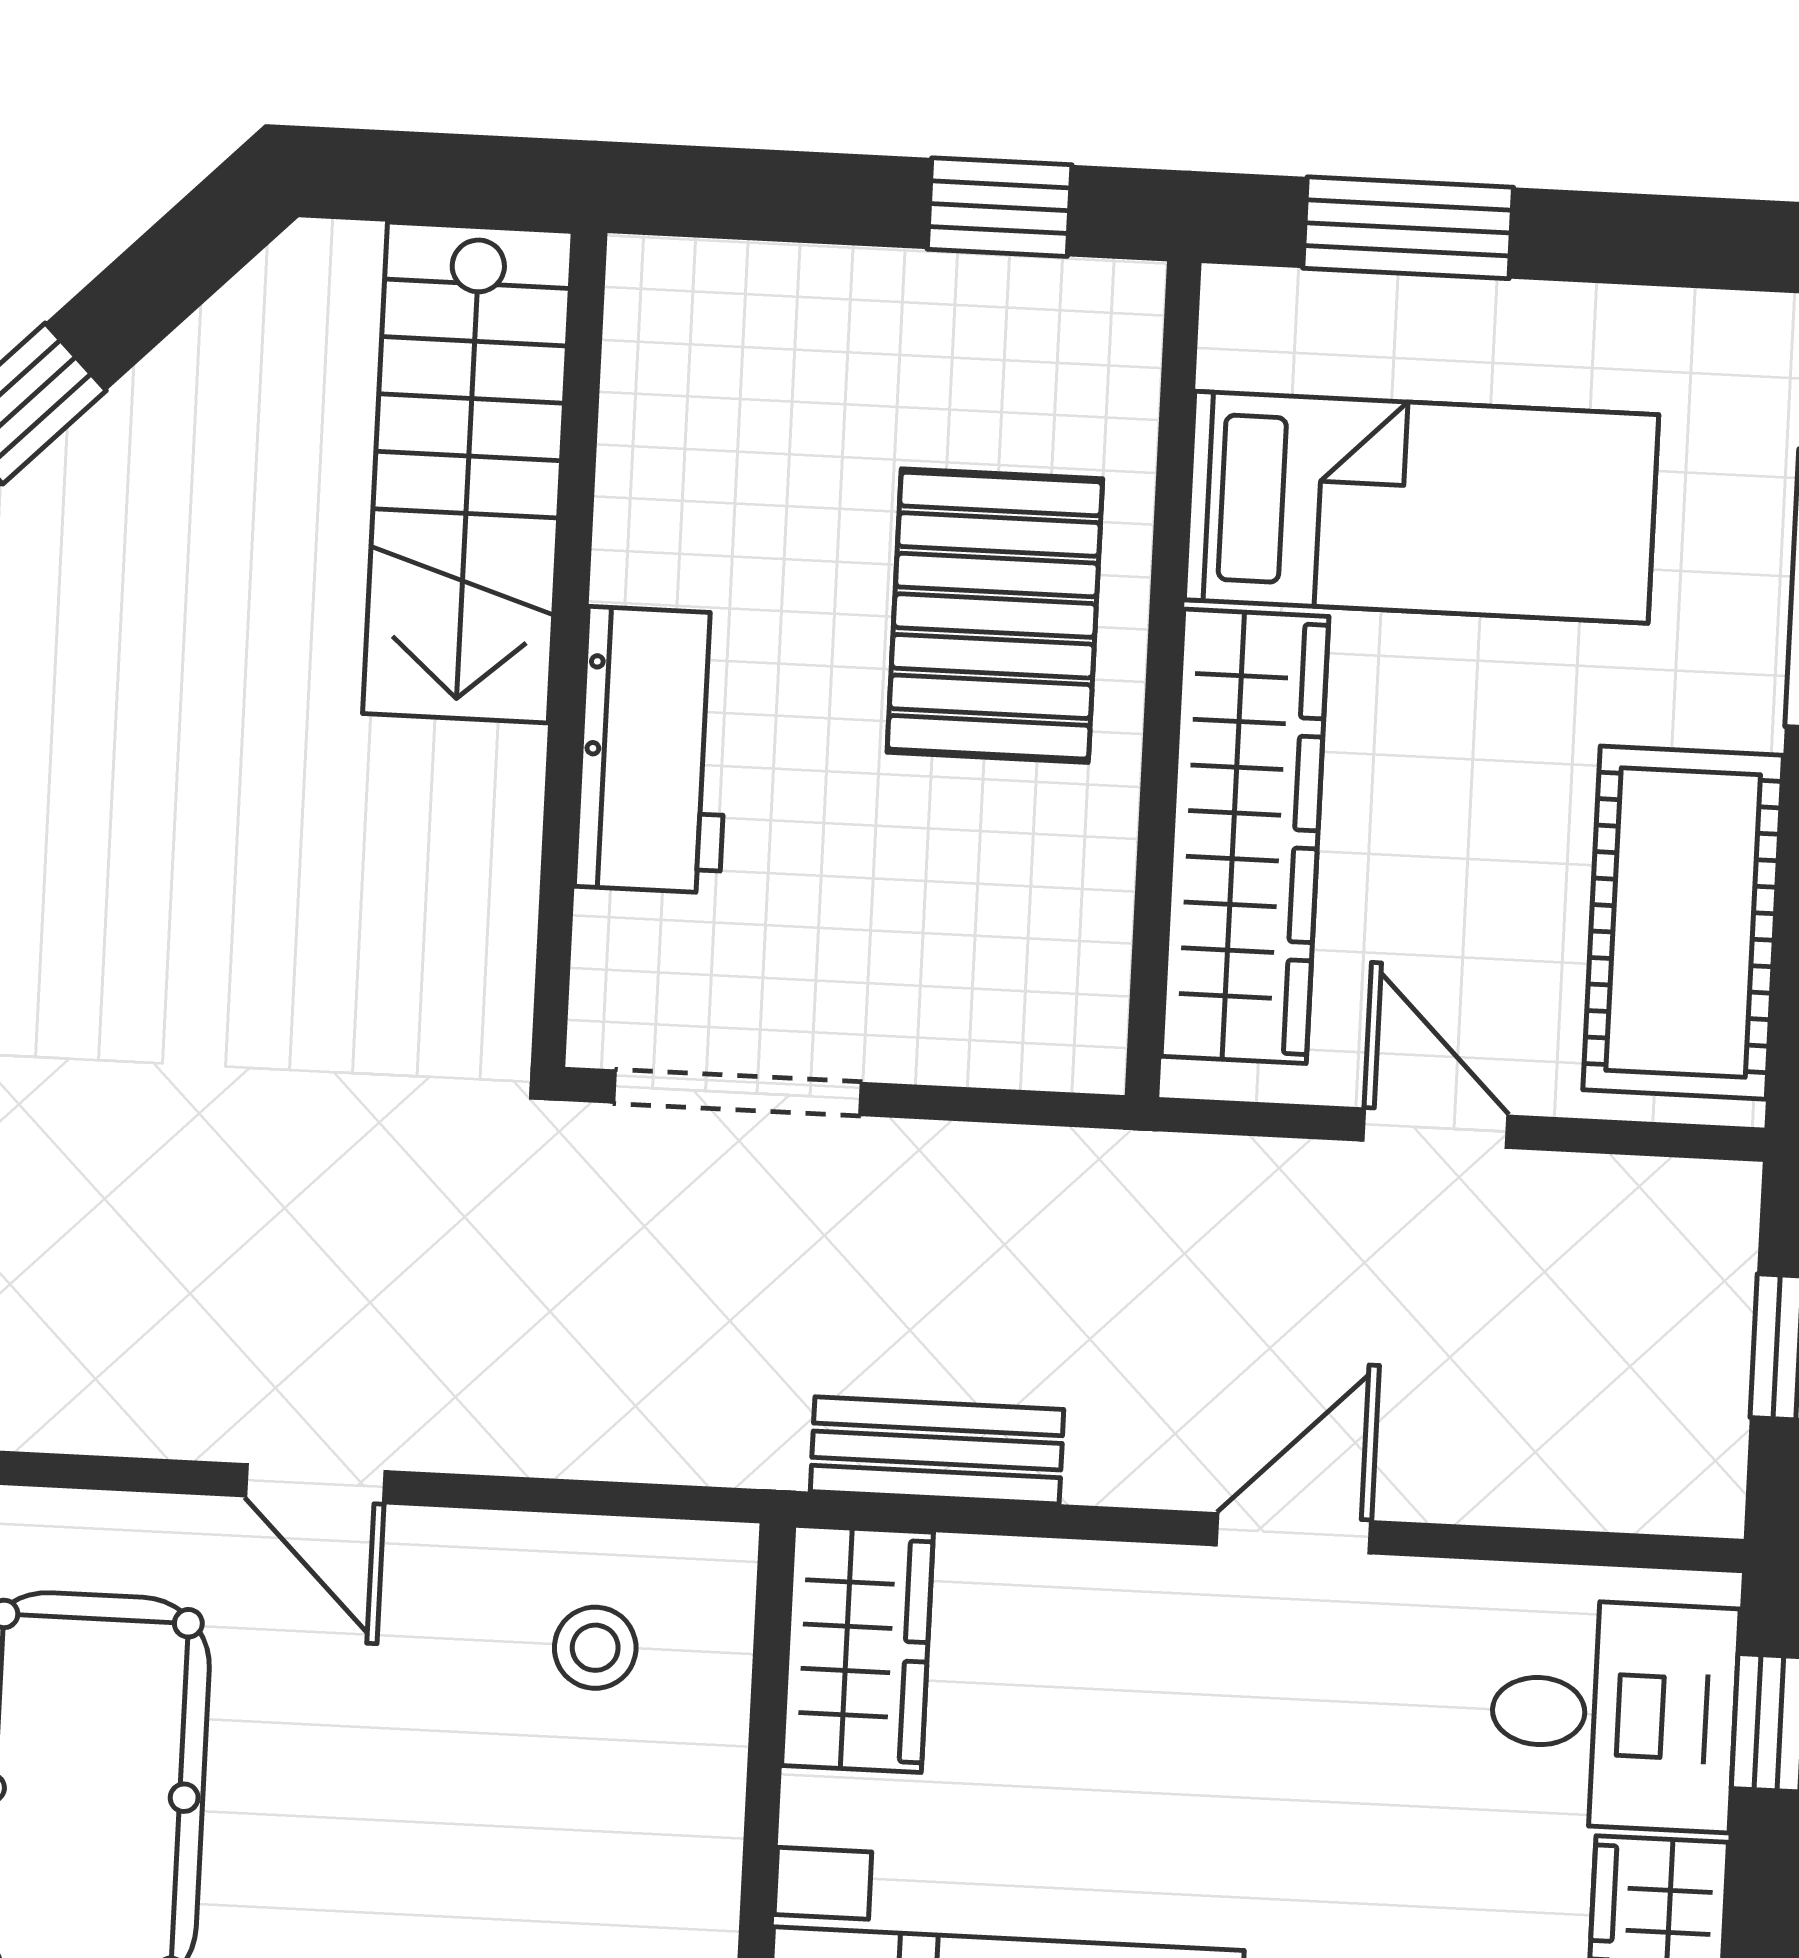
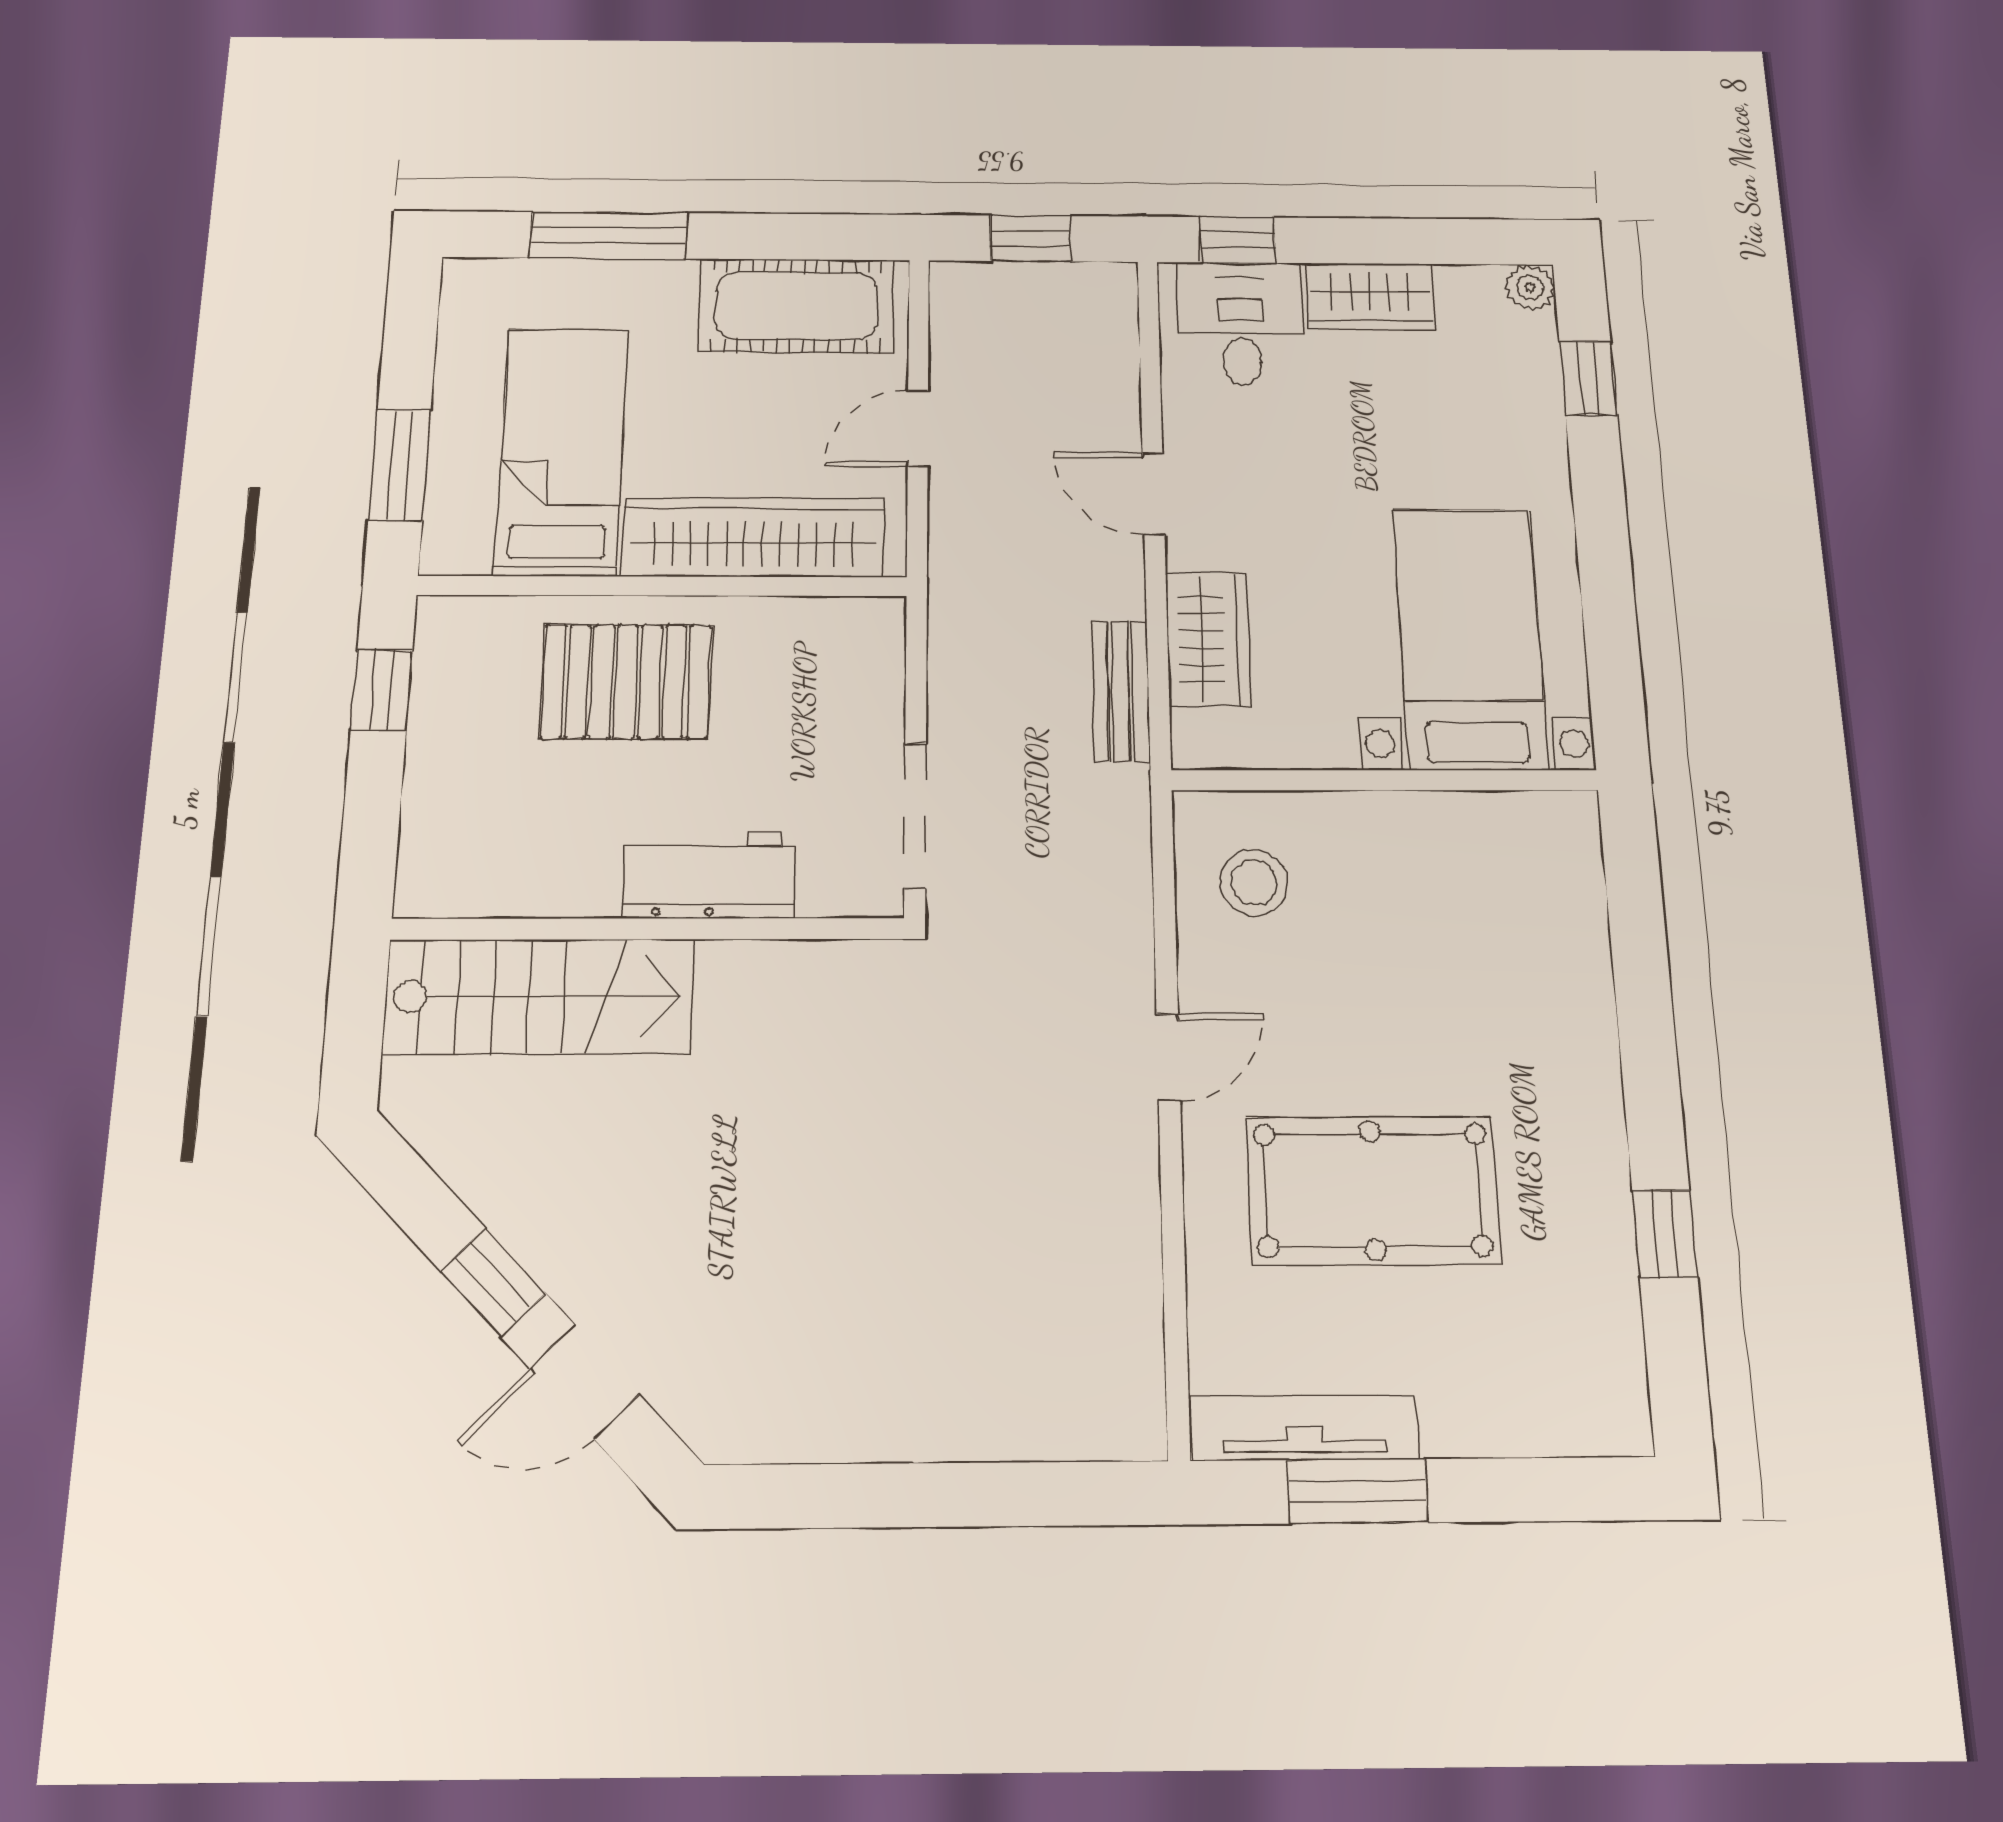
stool: (595, 1648) -> (1254, 882), width x1.37, depth x1.37
wardrobe: (858, 1649) -> (1208, 639), moved, turned 90

